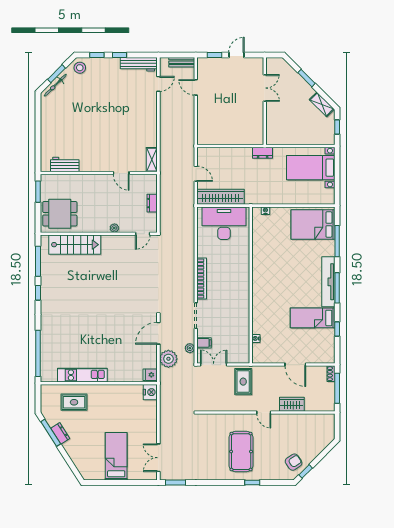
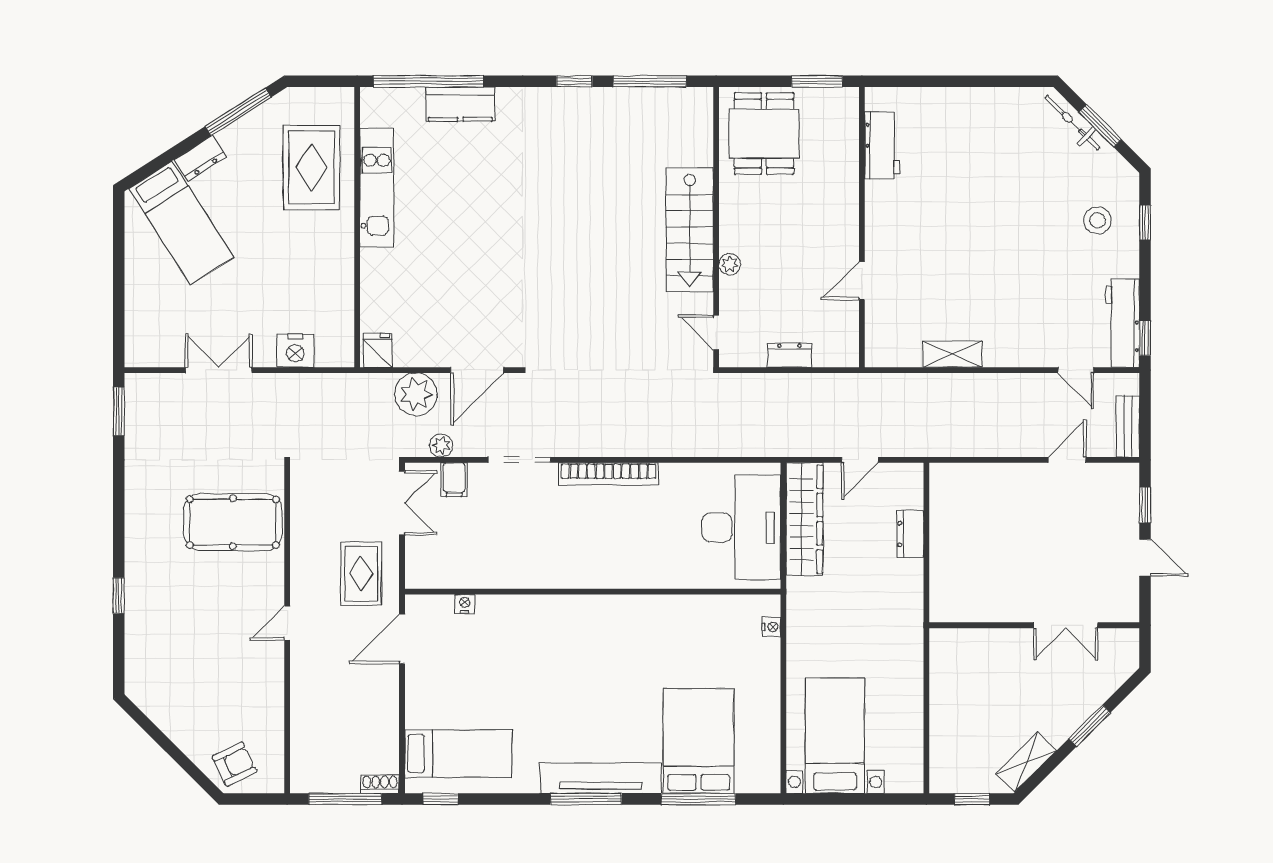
window: (119, 55) -> (1145, 338), moved
stool: (80, 68) -> (1097, 220), moved
dresser: (263, 153) -> (910, 534), moved
shelving: (152, 160) -> (952, 354), moved
bed with nightstands: (311, 168) -> (835, 736), moved
bed: (313, 224) -> (699, 741), moved
stairs: (75, 245) -> (690, 230), moved
bed: (313, 318) -> (458, 754), moved, turned 90
window: (337, 329) -> (441, 799), moved
door: (158, 333) -> (477, 370), swing flipped
kitchen counter: (48, 340) -> (460, 104), added
door: (295, 365) -> (402, 639), moved
rug: (243, 382) -> (361, 574), turned 90
nightstand: (150, 392) -> (295, 351), moved
rug: (74, 402) -> (312, 168), width x1.36, depth x1.43
wardrobe: (292, 404) -> (307, 690), removed
dresser: (60, 433) -> (200, 158), moved
pool table: (241, 452) -> (233, 522), moved
bed: (116, 456) -> (181, 223), moved, turned 57
double door: (158, 458) -> (219, 370), moved
armchair: (294, 462) -> (235, 764), moved, turned -82
window: (306, 471) -> (145, 723), removed

